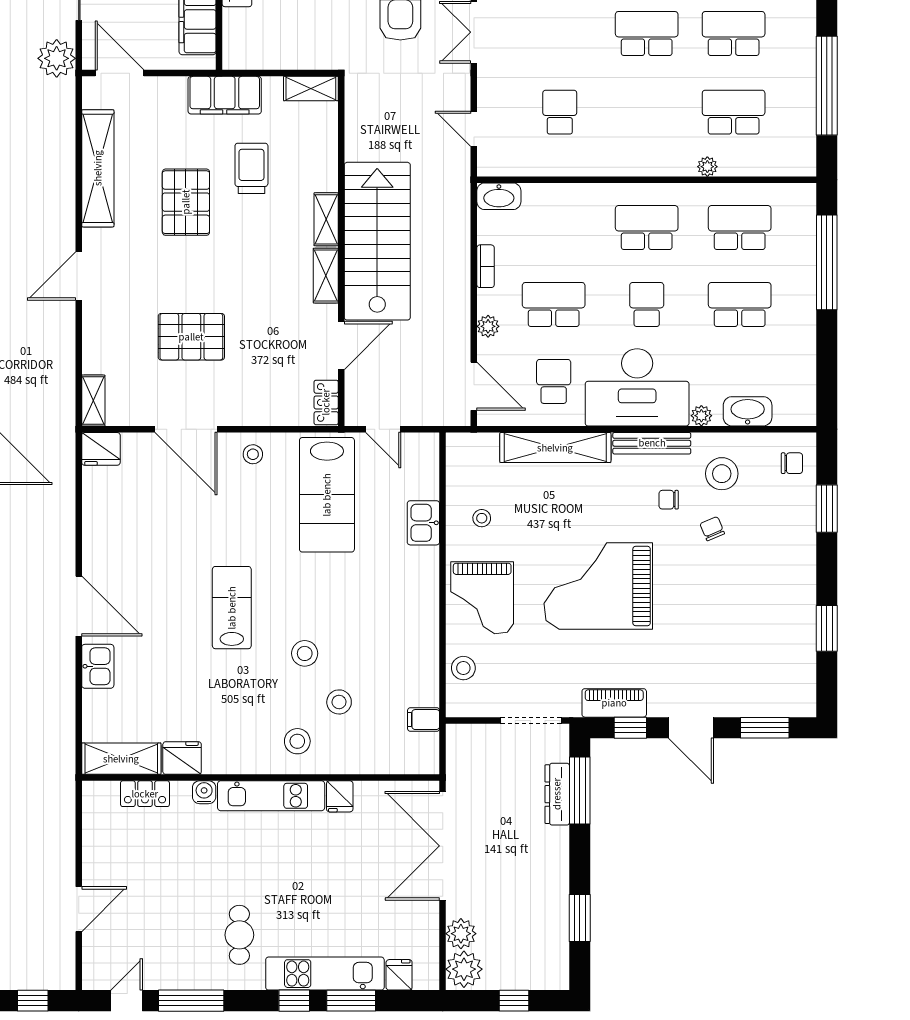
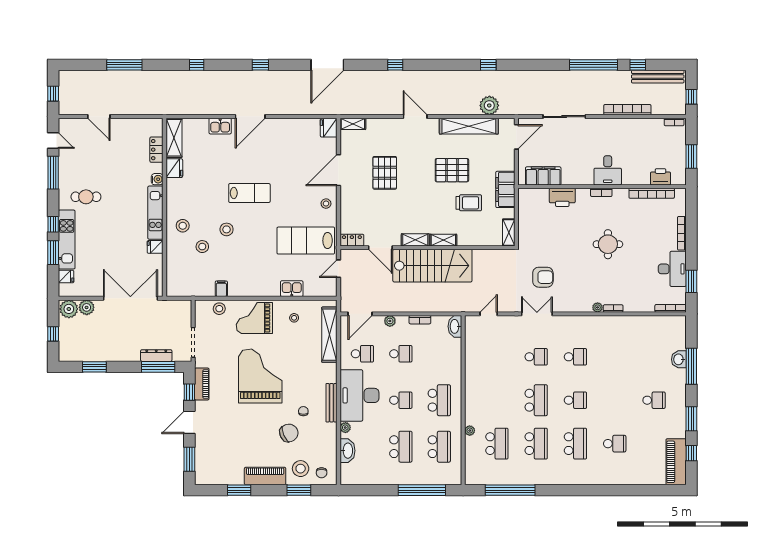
plant: (57, 58) -> (489, 105), moved
school desk: (560, 112) -> (536, 357), moved
school desk: (554, 304) -> (401, 354), width x0.54
shelving: (555, 448) -> (329, 335), moved
stool: (722, 474) -> (301, 469), moved
chair: (712, 529) -> (289, 433), width x1.87, depth x1.87
piano: (799, 576) -> (265, 476), added
filing cabinet: (424, 720) -> (221, 289), moved

